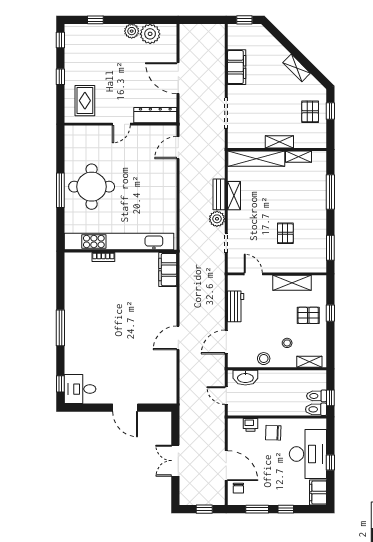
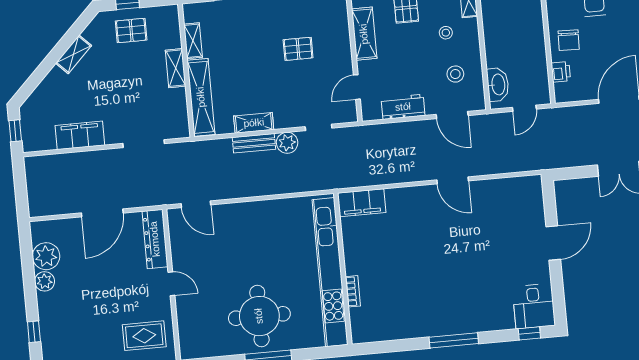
stool: (264, 359) -> (455, 74), moved

